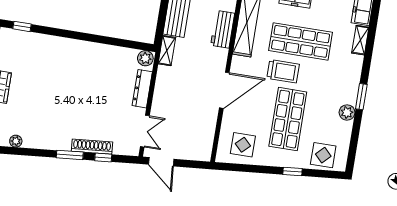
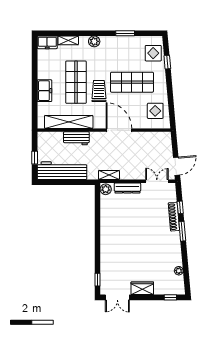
shelving: (167, 51) -> (109, 175), moved
window: (361, 97) -> (125, 33), moved
plant: (347, 112) -> (94, 41), moved
window: (293, 171) -> (167, 62), moved

